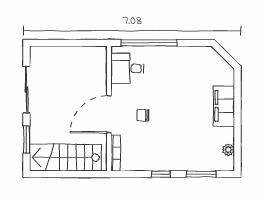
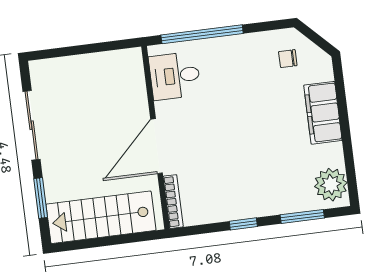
chair: (143, 115) -> (288, 59), moved
plant: (228, 150) -> (331, 185), width x1.88, depth x1.88

